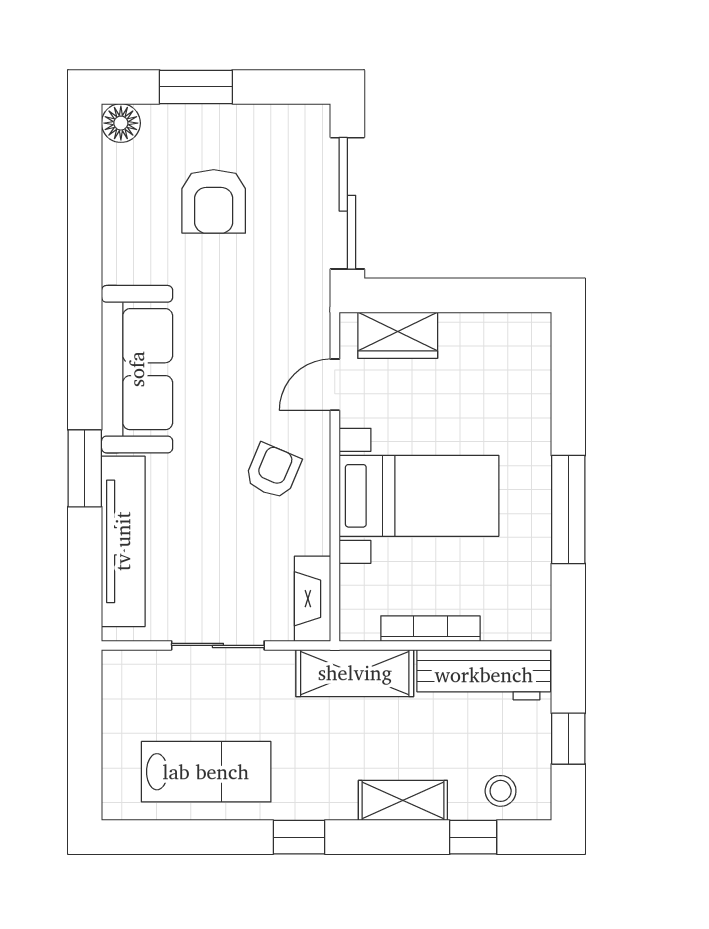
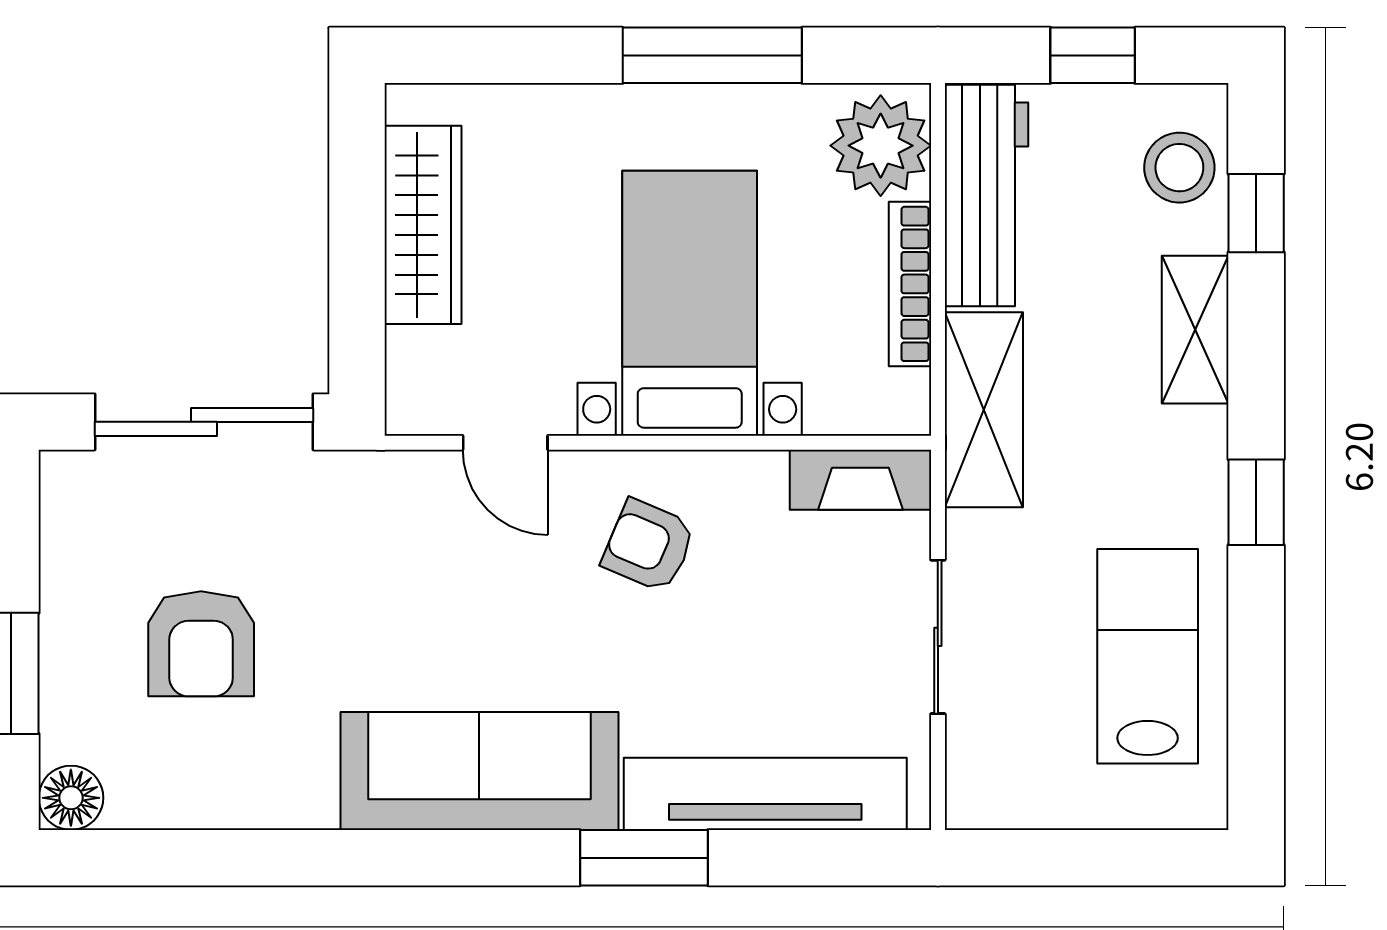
armchair: (214, 201) -> (201, 644), turned 90
wardrobe: (398, 335) -> (423, 225), moved, width x1.50
plant: (514, 611) -> (881, 146), added
stool: (501, 791) -> (1179, 168), width x1.37, depth x1.37

